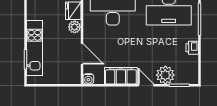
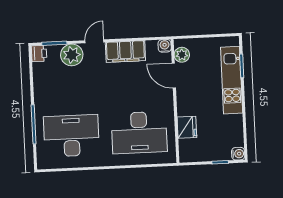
plant: (75, 27) -> (182, 55), moved
printer: (192, 48) -> (39, 54), moved
door: (146, 85) -> (94, 41), swing flipped

